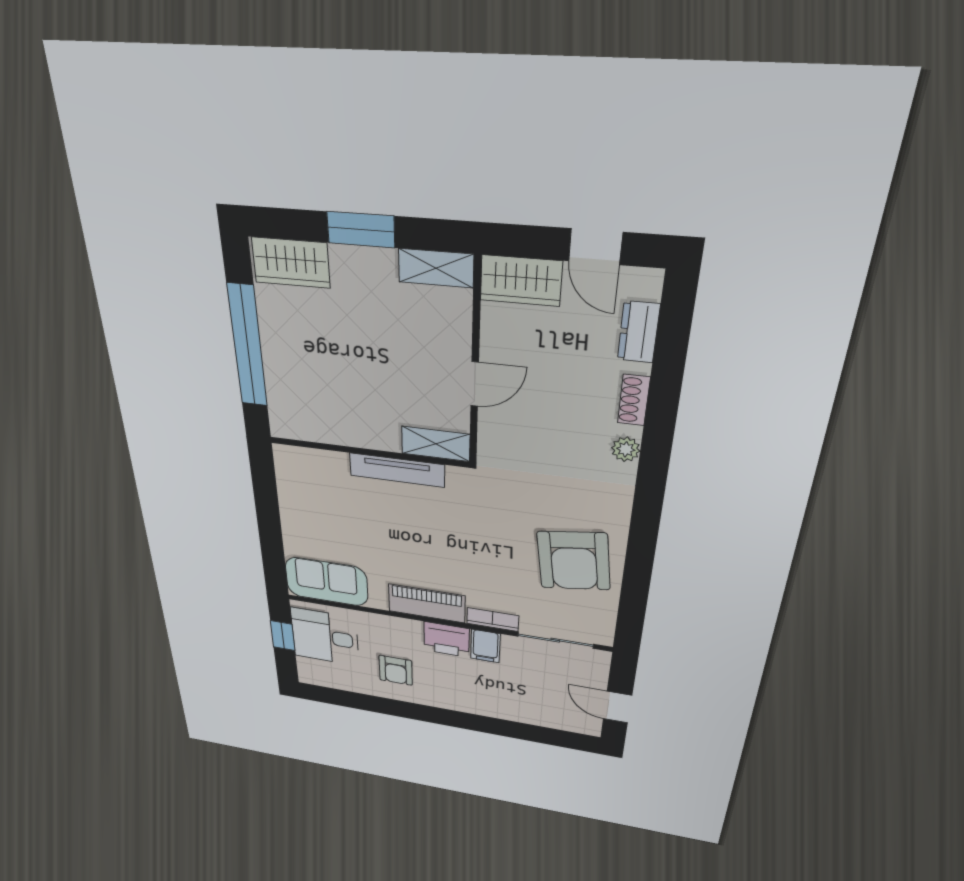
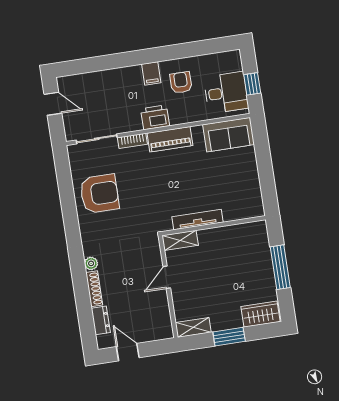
wardrobe: (521, 281) -> (155, 331), removed
window: (248, 346) -> (280, 267), width x0.68
shoe rack: (634, 400) -> (94, 289), width x1.43
armchair: (574, 561) -> (99, 194), turned 98
filing cabinet: (485, 646) -> (151, 73), moved, turned 180

